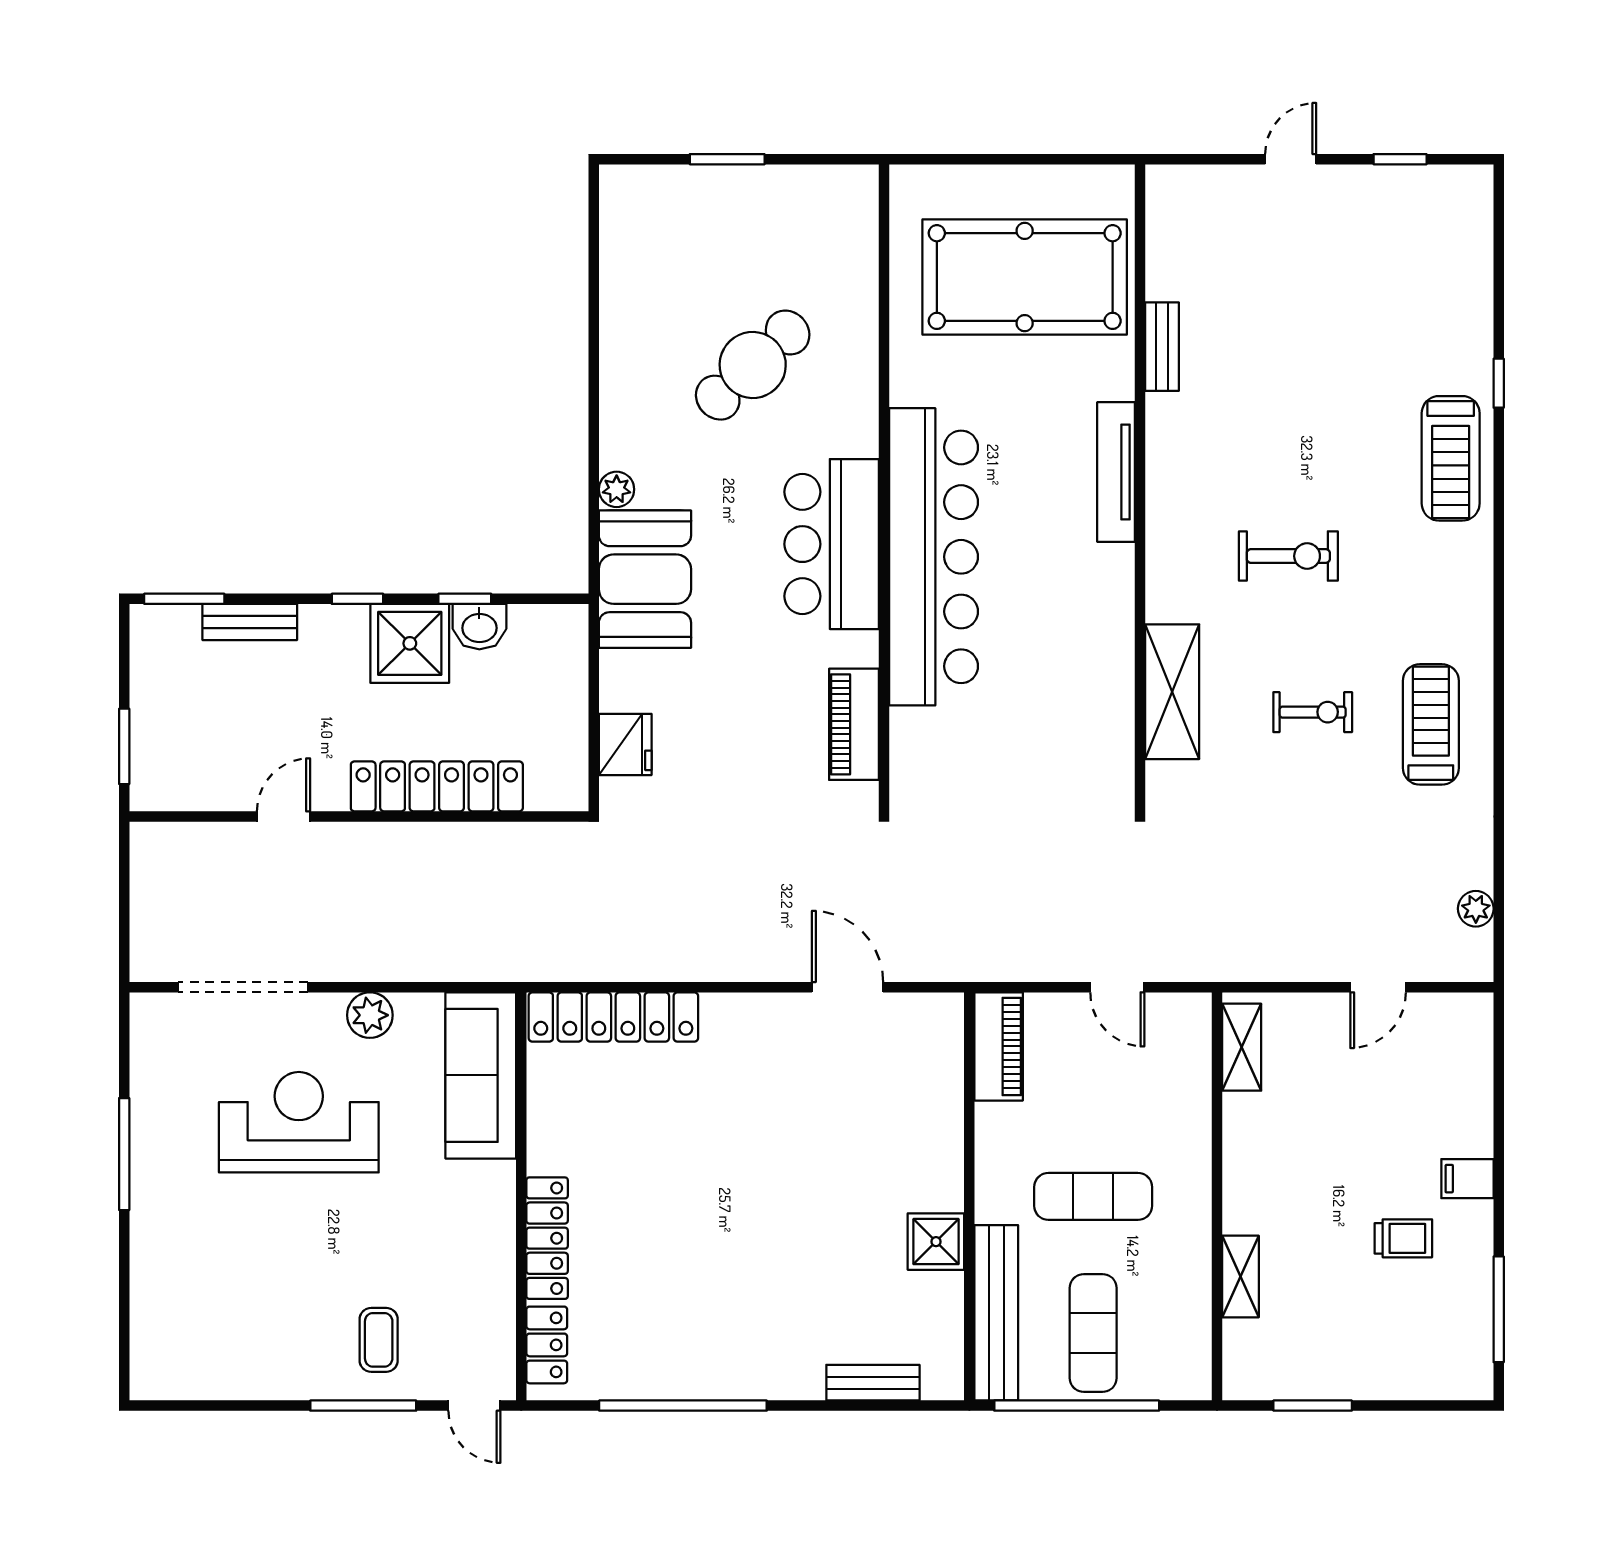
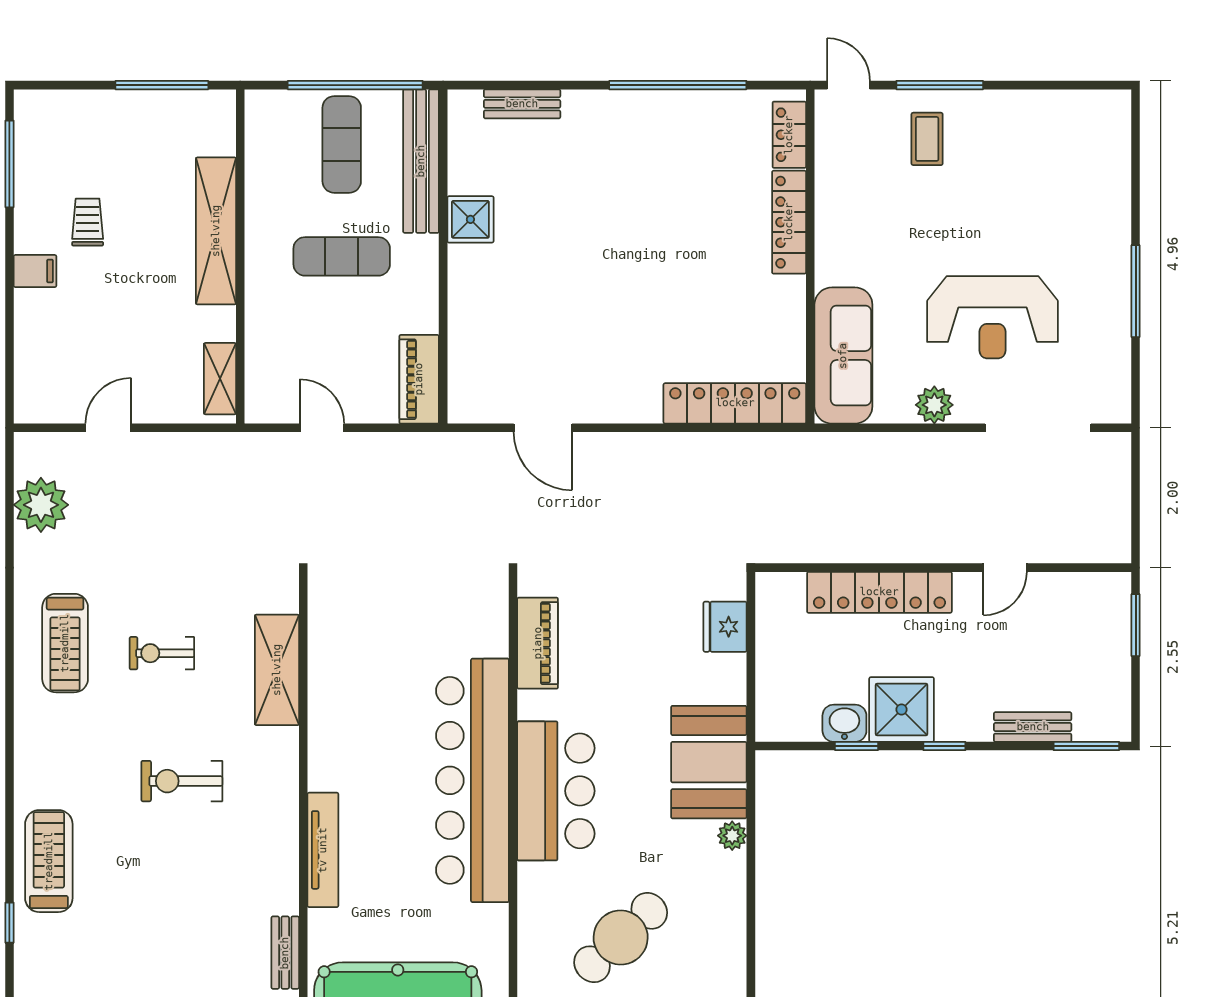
plant: (1476, 909) -> (41, 505), width x1.88, depth x1.88
trolley: (1403, 1238) -> (88, 222), turned 90
shelving: (1240, 1276) -> (216, 231), width x2.20, depth x1.33
window: (1313, 1406) -> (162, 85), width x1.44

